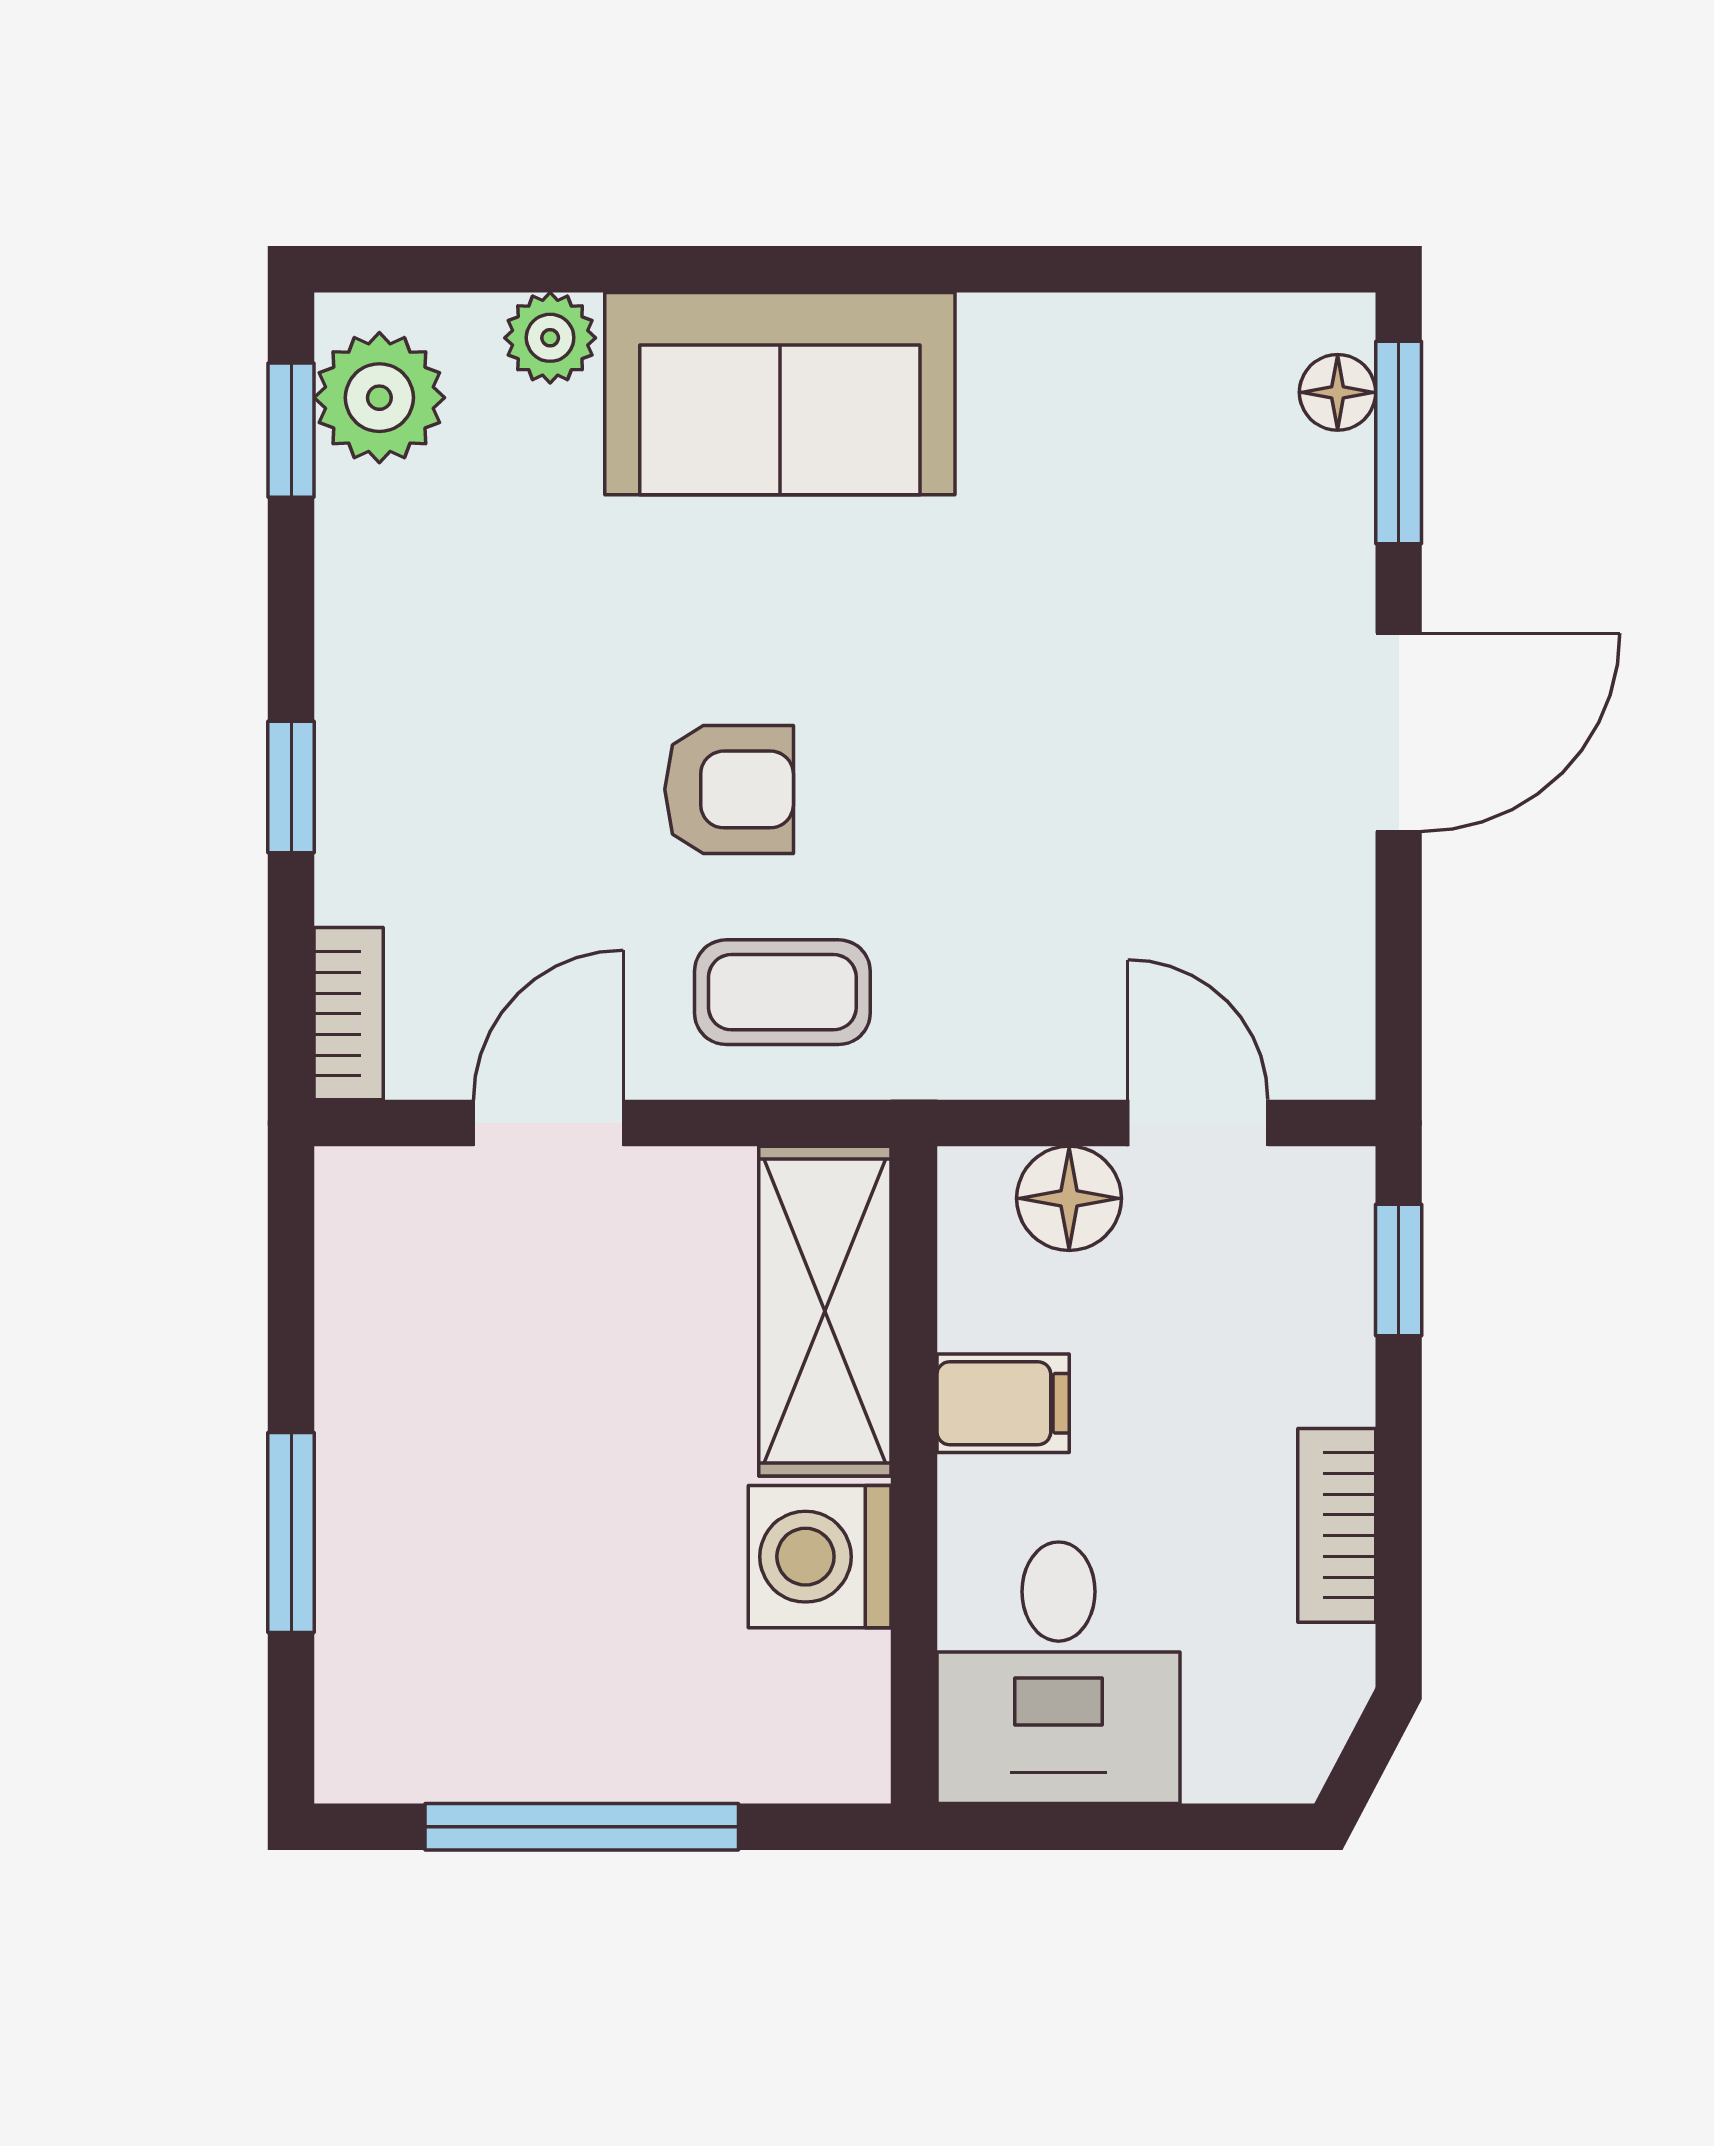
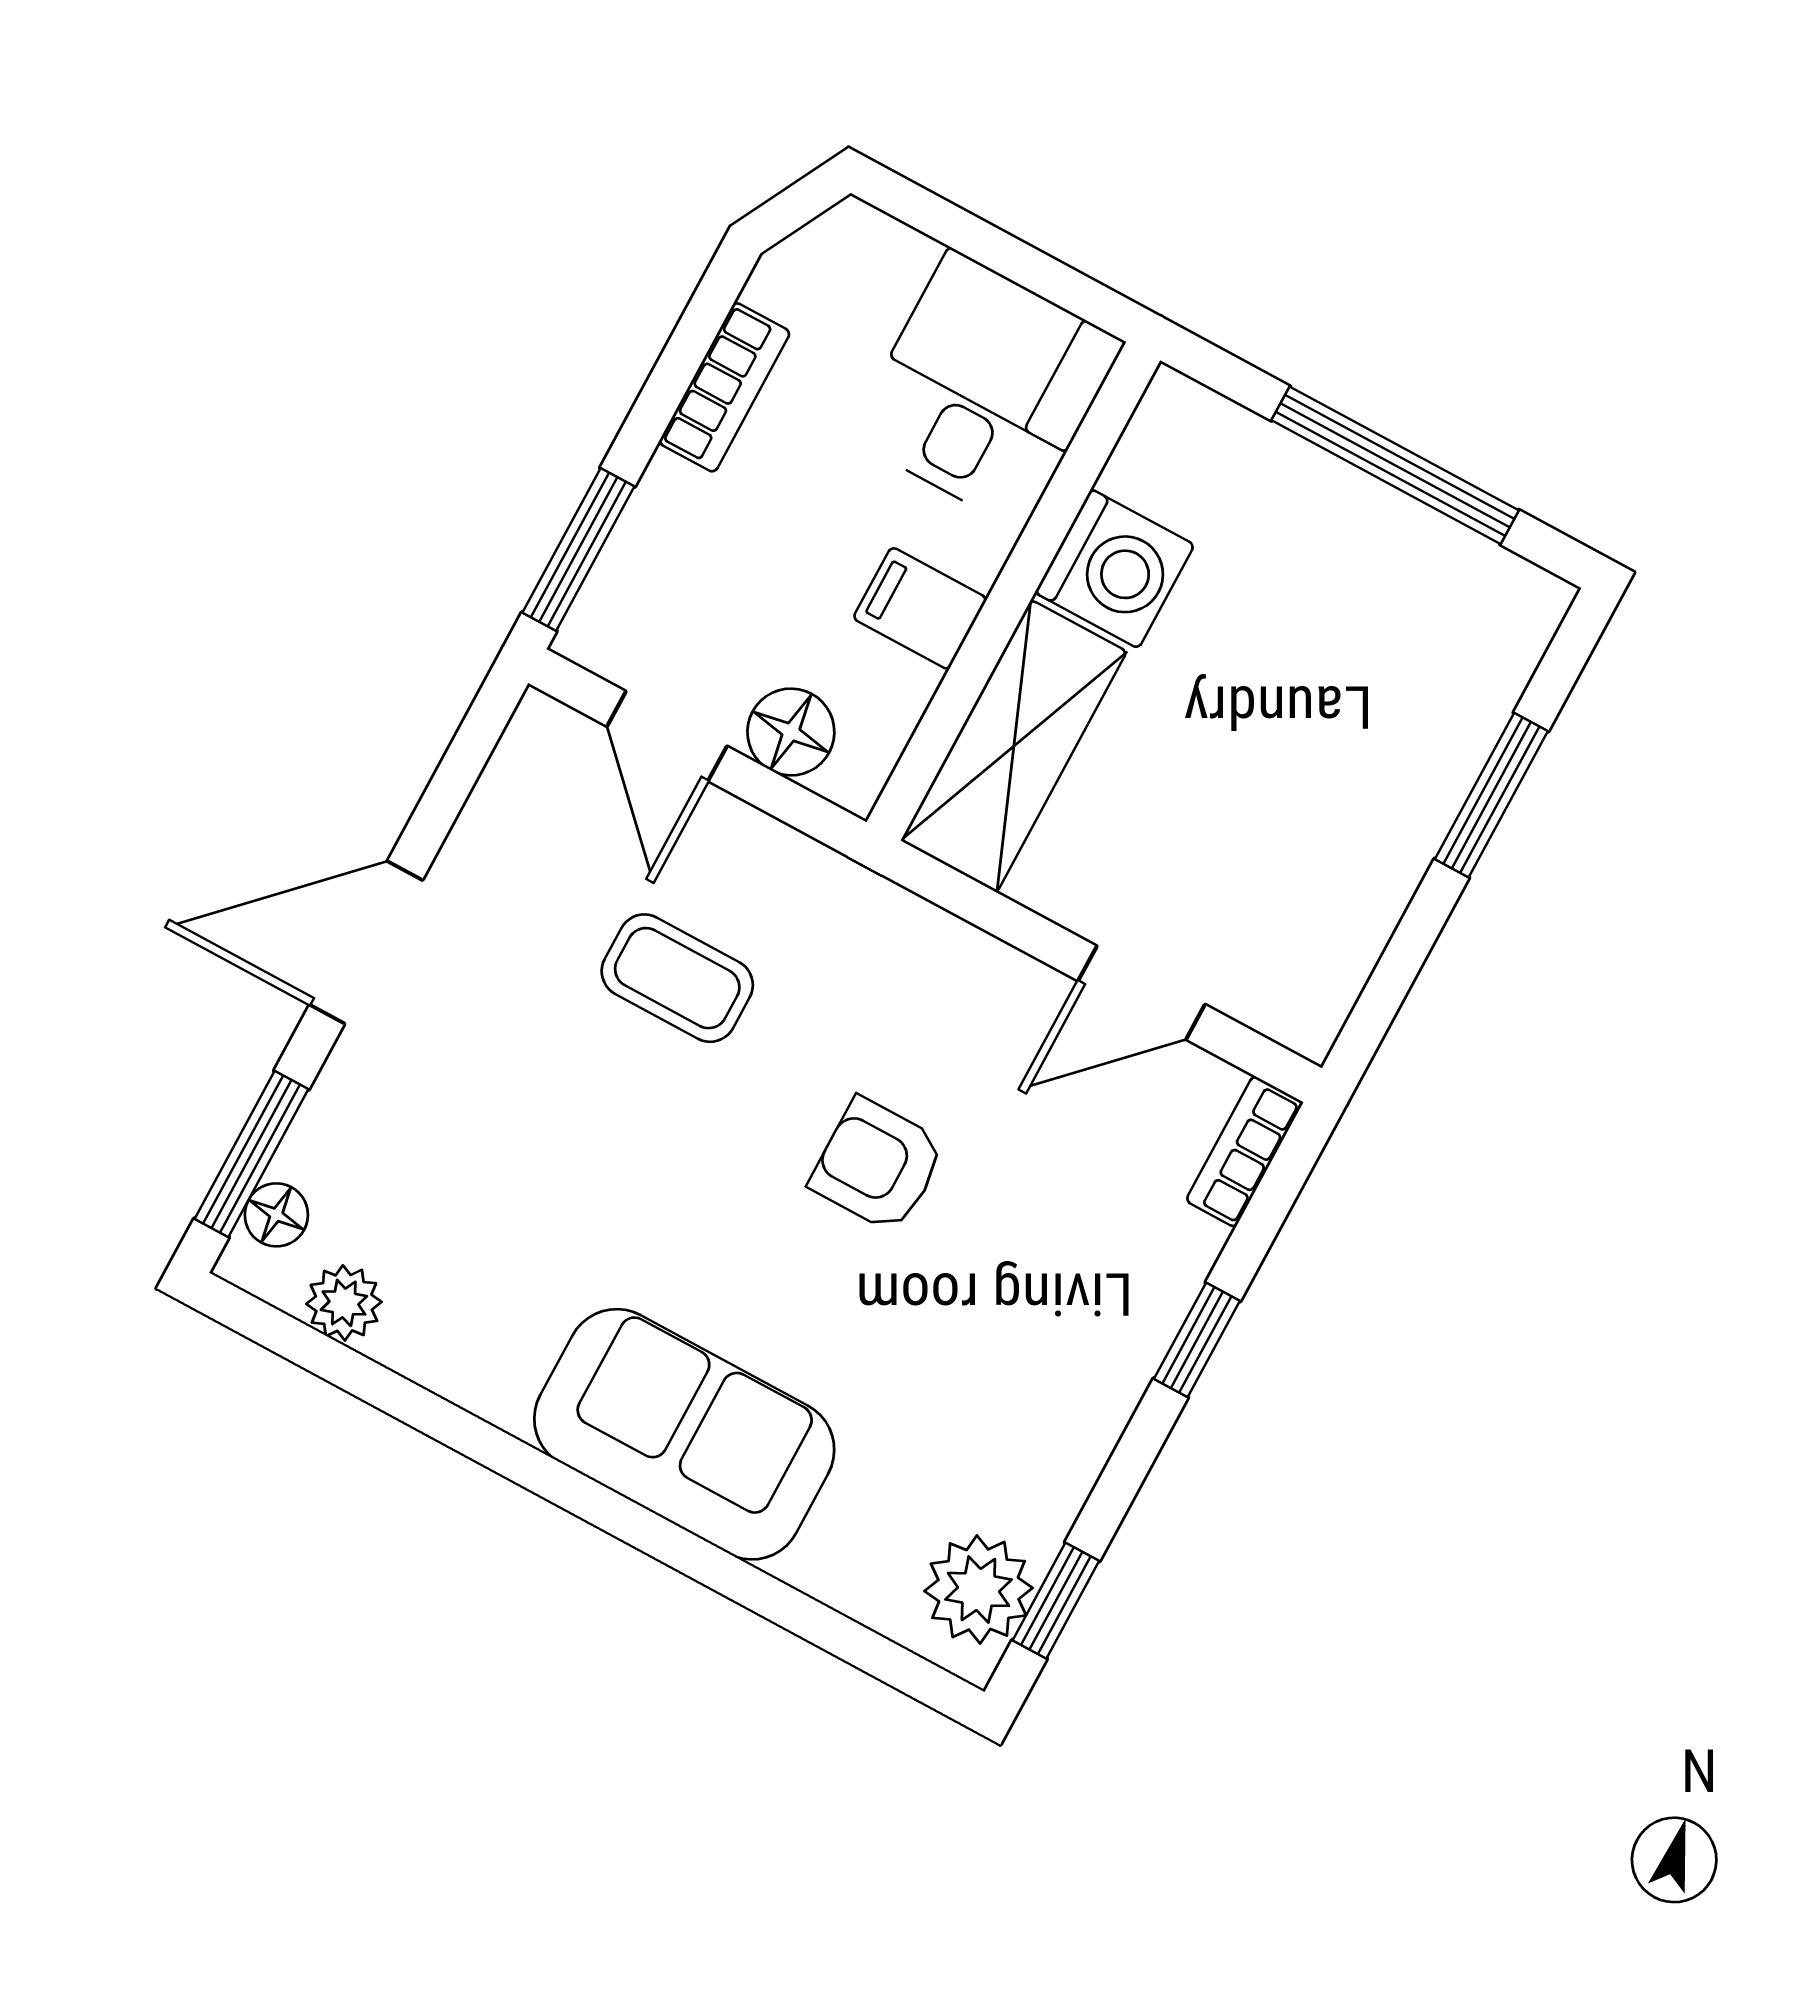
plant: (550, 338) -> (344, 1303), moved
coffee table: (782, 992) -> (677, 978), moved
window: (1399, 1270) -> (578, 549), width x1.50

